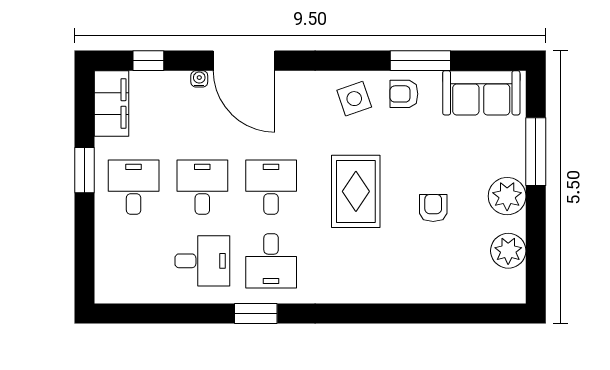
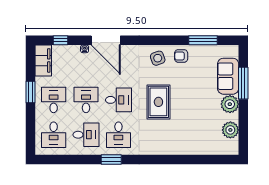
window: (420, 61) -> (203, 40), moved
sofa: (481, 93) -> (228, 76), moved, turned 90
desk: (271, 187) -> (118, 100), turned 90
armchair: (433, 208) -> (195, 110), removed
desk: (134, 261) -> (54, 135), added

